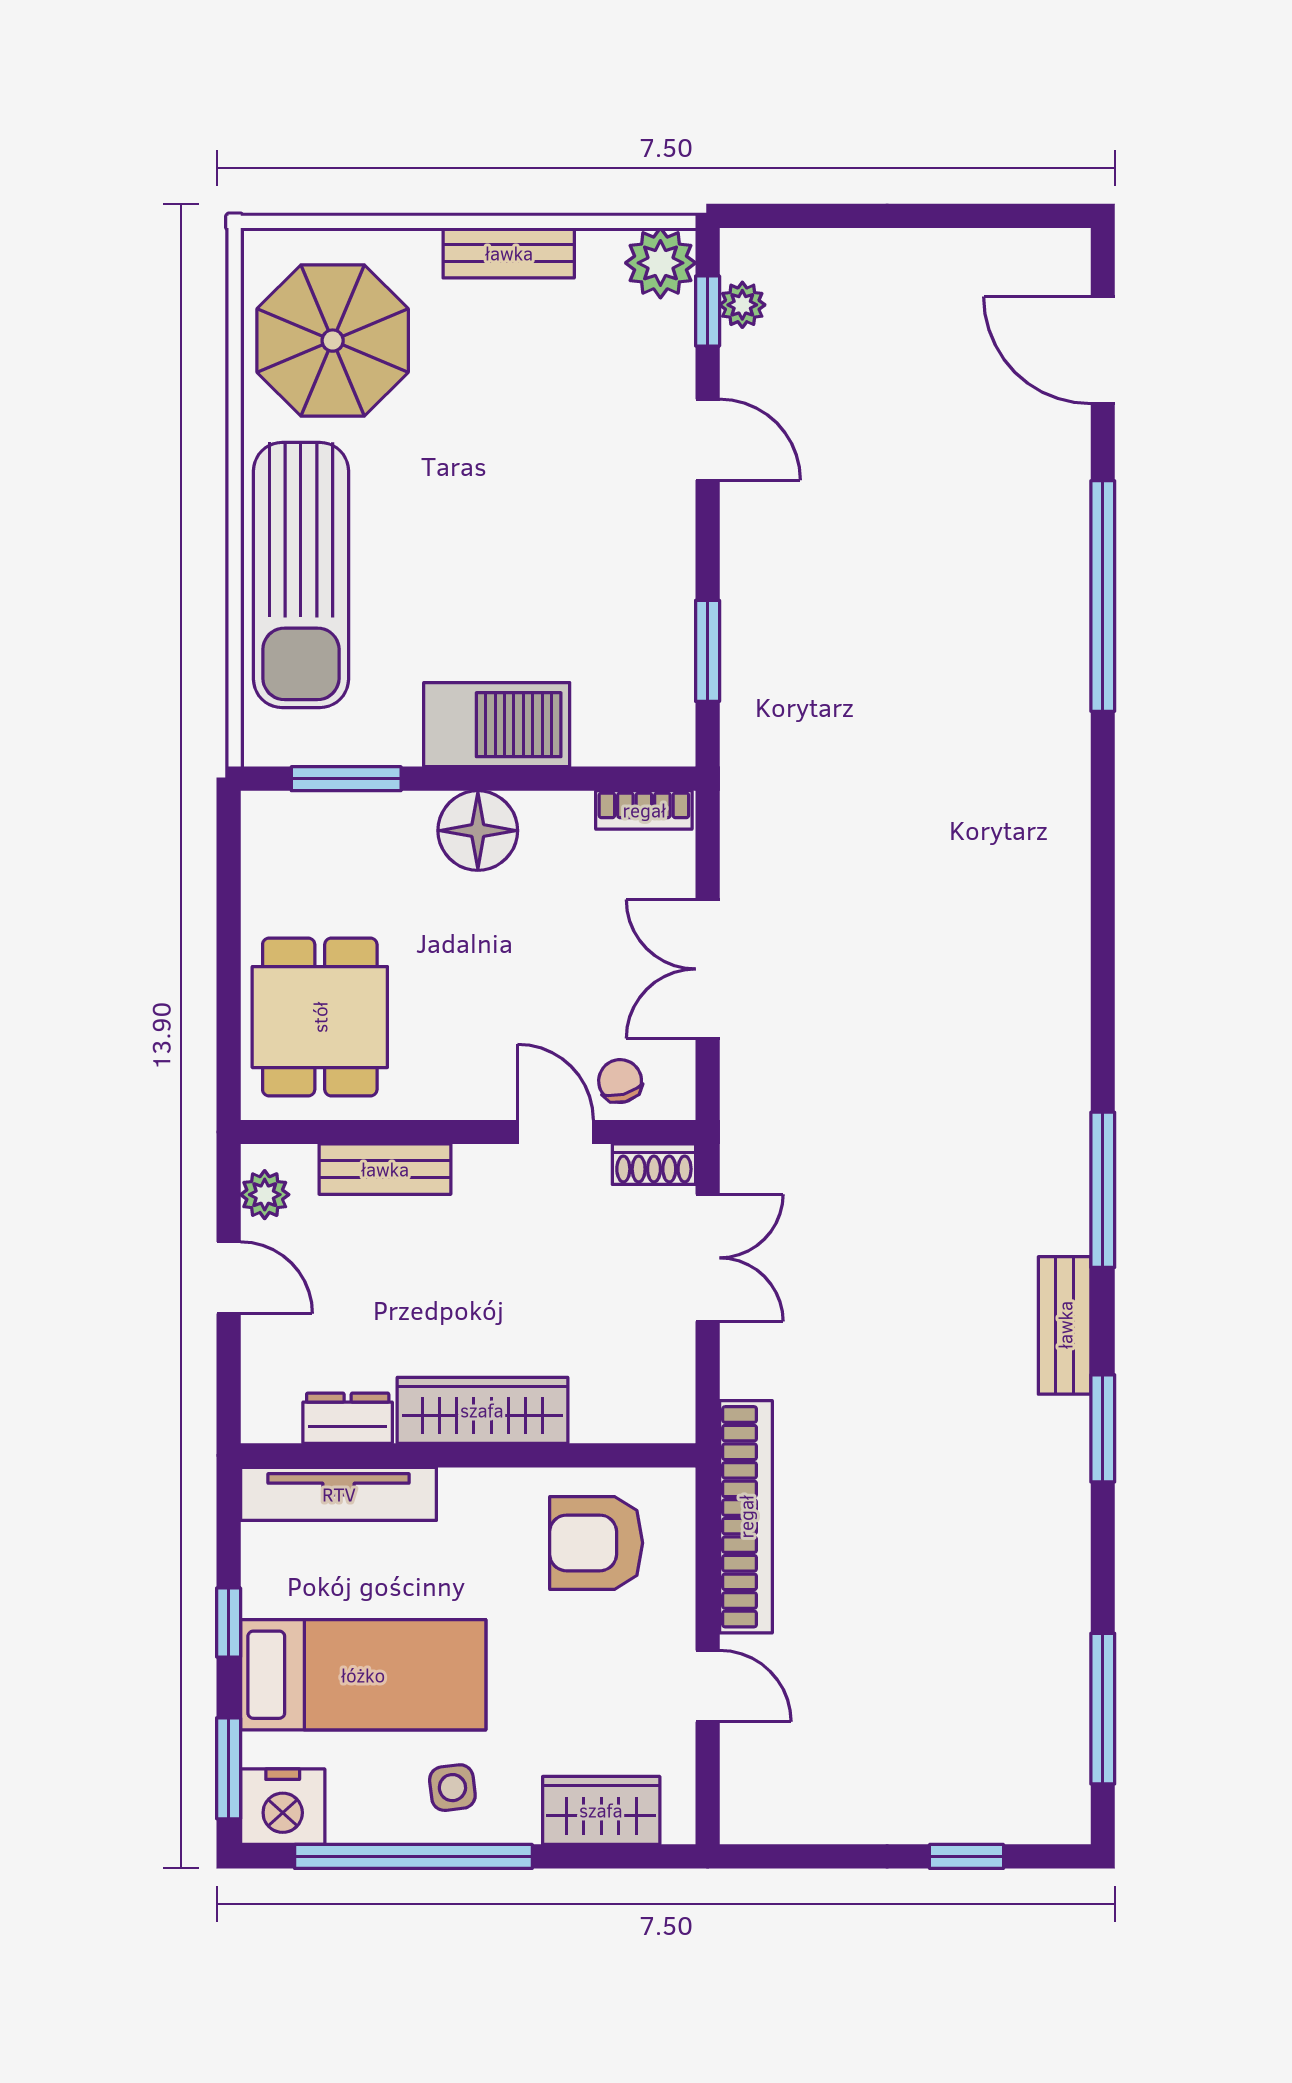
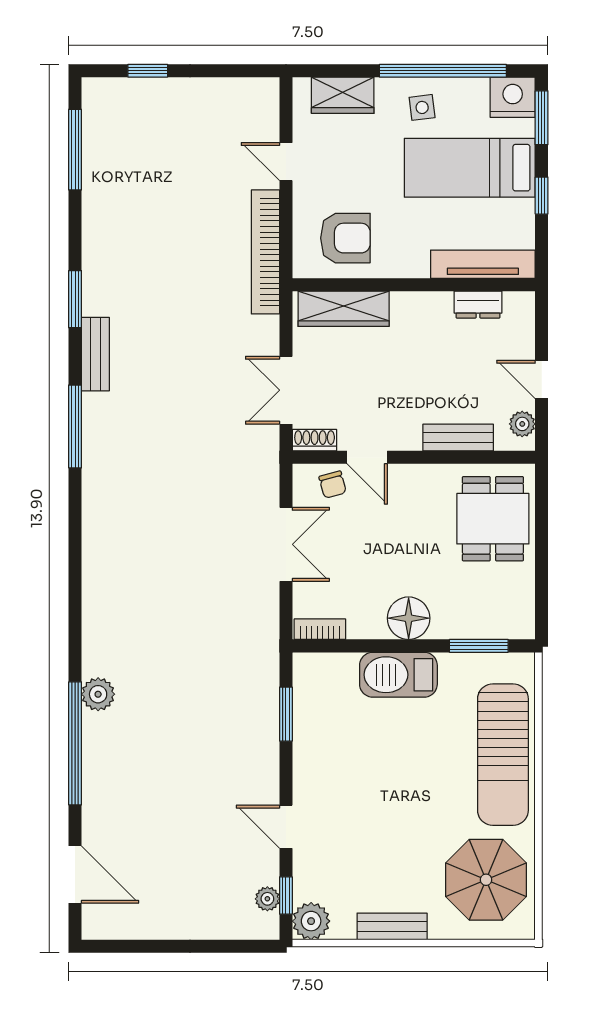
sun lounger: (301, 575) -> (503, 755), turned 180
plant: (1060, 688) -> (98, 694), added
wardrobe: (482, 1410) -> (344, 309), moved

